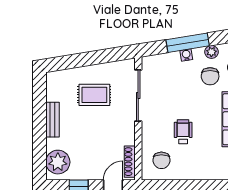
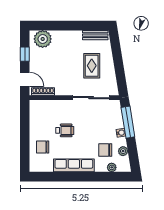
window: (188, 43) -> (128, 122), moved
bench: (53, 120) -> (95, 35), moved
chair: (161, 160) -> (43, 147), moved

